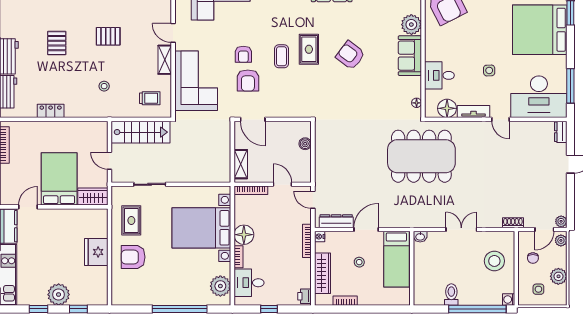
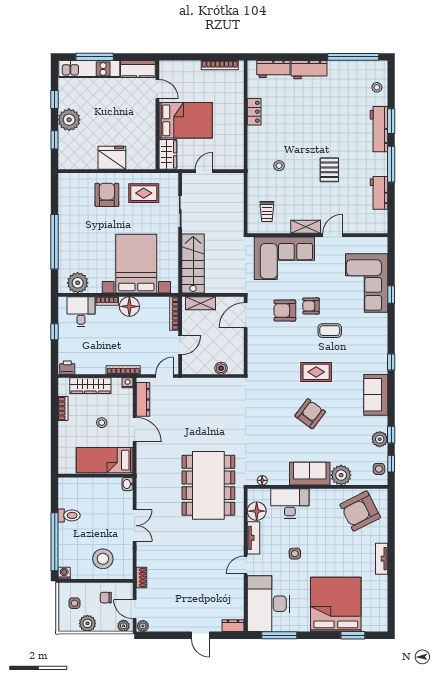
pallet: (57, 43) -> (322, 118), removed
coffee table: (281, 56) -> (330, 331), moved
desk: (439, 75) -> (290, 503), width x1.37
stairs: (141, 132) -> (193, 264), moved, turned 180

